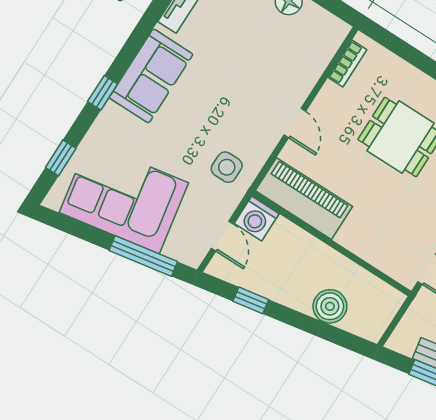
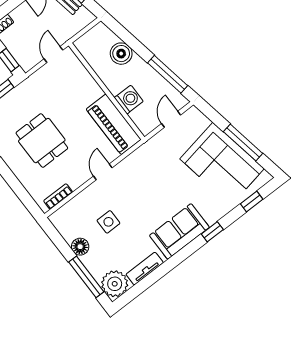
side table: (227, 167) -> (108, 222), moved
washing machine: (257, 219) -> (129, 99), moved
window: (143, 256) -> (243, 143), moved
window: (251, 300) -> (168, 74), width x2.17

